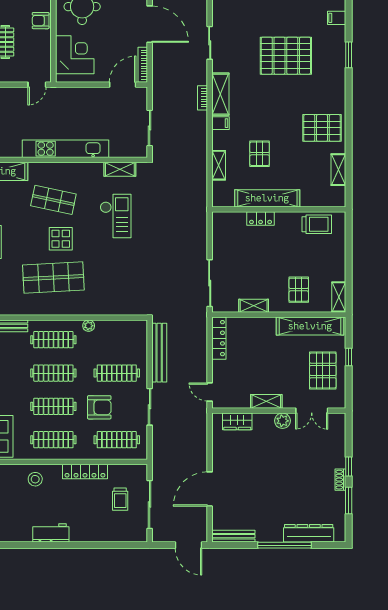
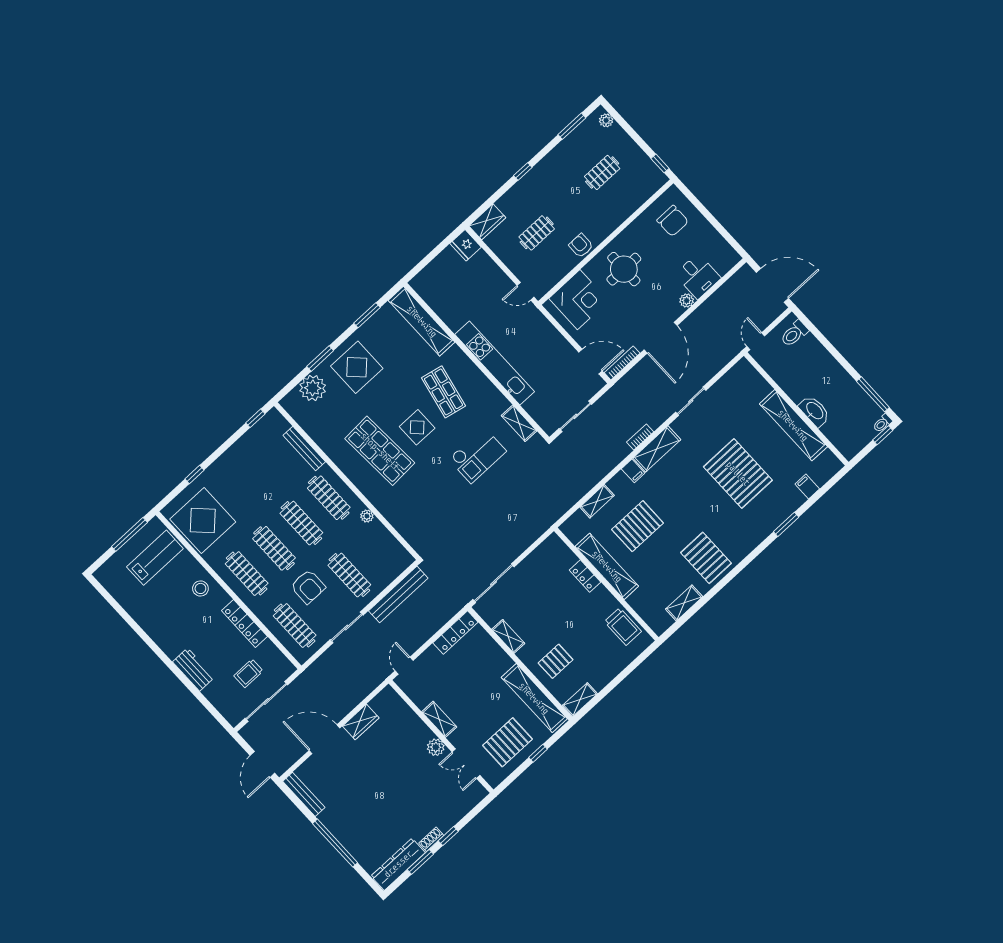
pallet: (260, 154) -> (638, 526), width x1.50, depth x1.42
wardrobe: (237, 421) -> (361, 722), moved, turned -90
workbench: (51, 533) -> (194, 669), moved
dresser: (309, 533) -> (398, 864), moved, turned -90

